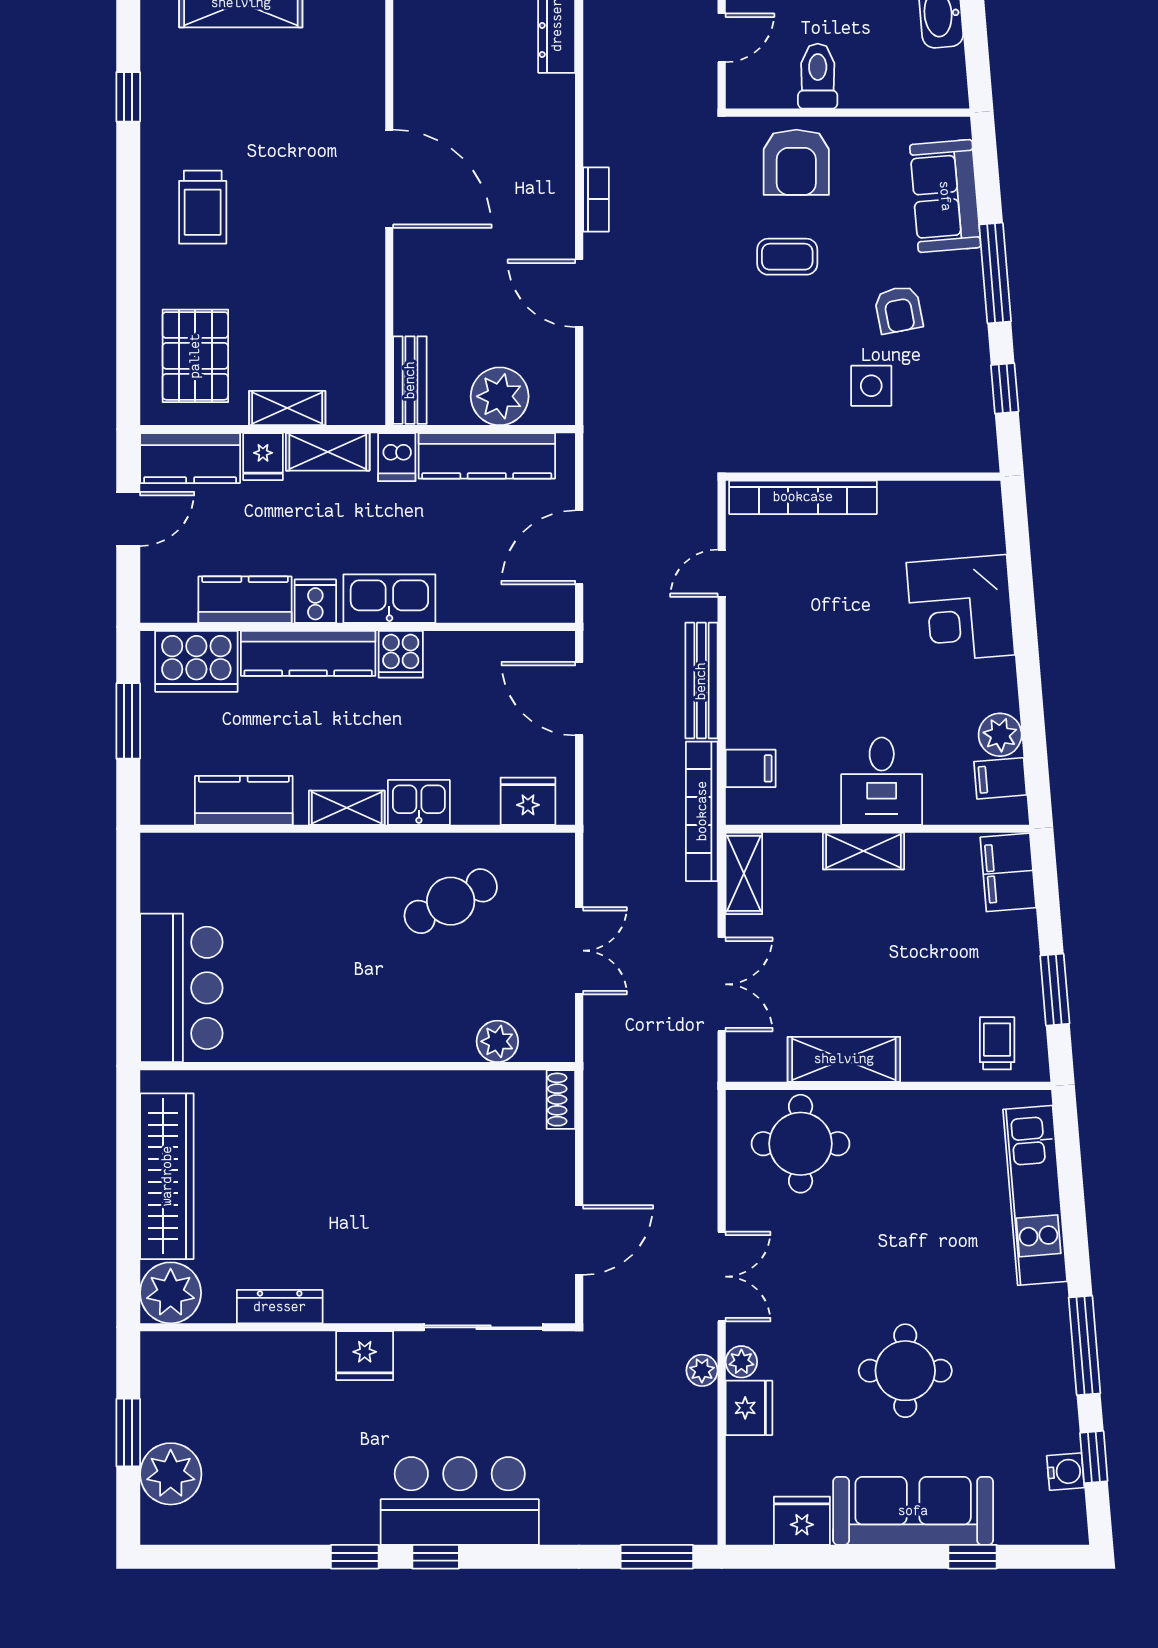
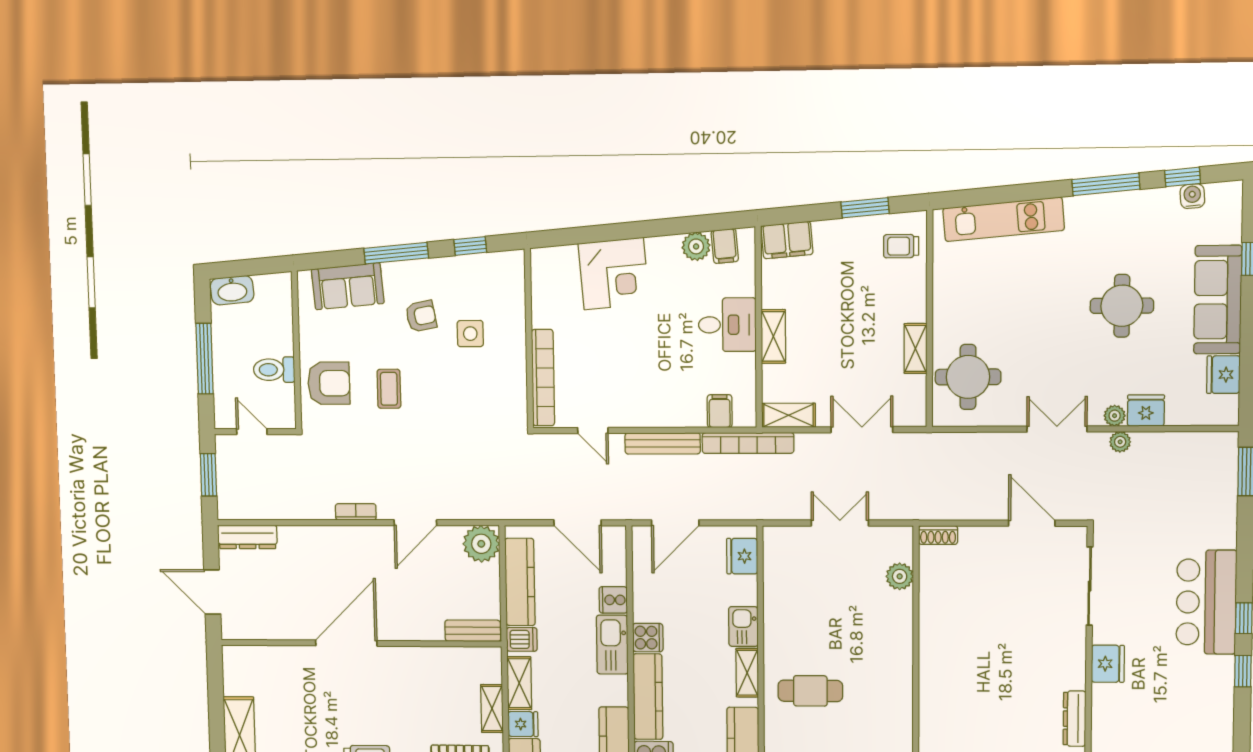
plant: (500, 396) -> (481, 544), moved
cooker: (315, 601) -> (613, 600), moved
cafe table: (451, 901) -> (810, 691), moved, turned -63
shelving: (844, 1059) -> (915, 348), width x0.67, depth x0.75

